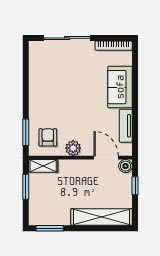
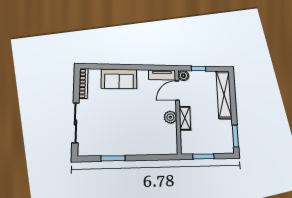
tv unit: (126, 126) -> (162, 75), moved
window: (26, 132) -> (113, 158), moved
armchair: (48, 137) -> (162, 138), removed
shelving: (43, 166) -> (185, 118), moved

